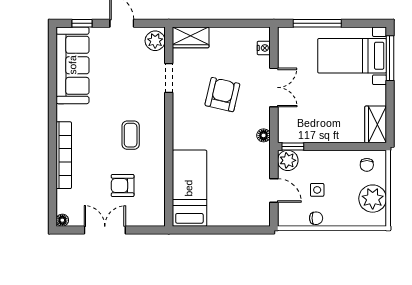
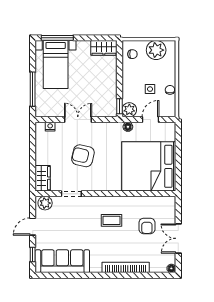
floor lamp: (264, 135) -> (128, 127), moved
bed: (189, 188) -> (149, 166), width x2.04

